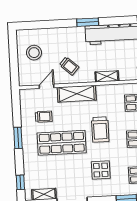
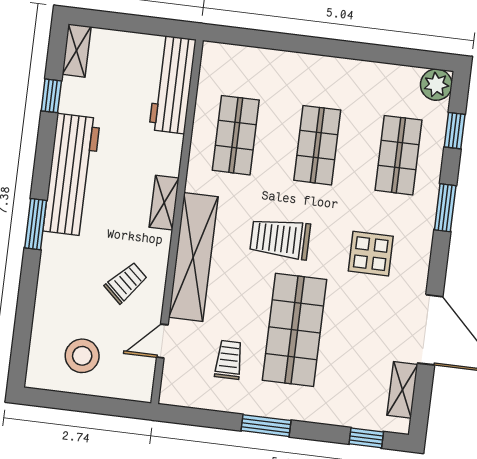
door: (47, 86) -> (162, 341), hinge flipped
shelving: (77, 94) -> (193, 257), width x1.47
trolley: (100, 130) -> (280, 239), turned 180

